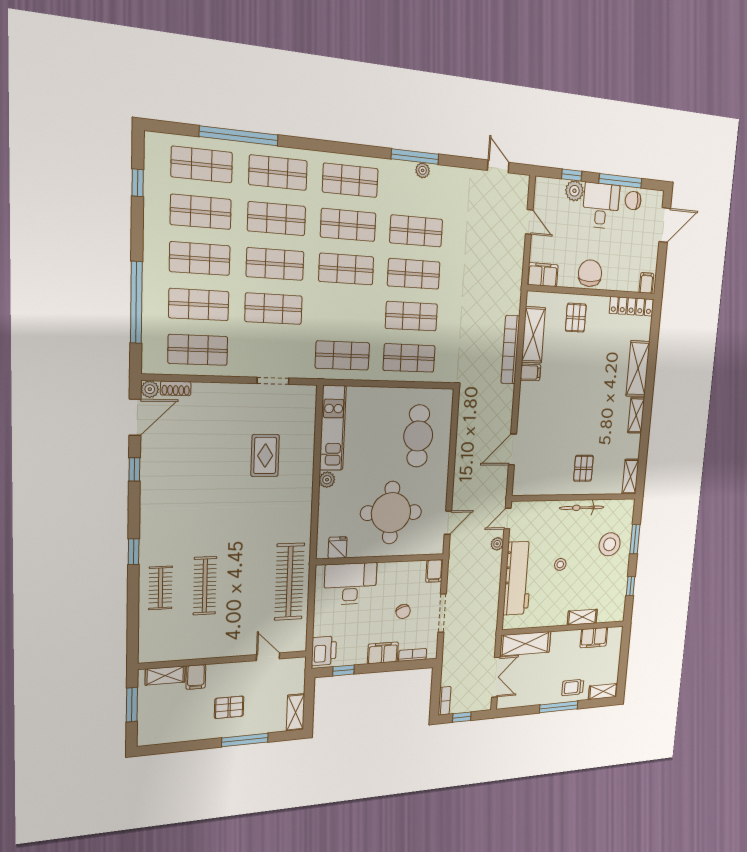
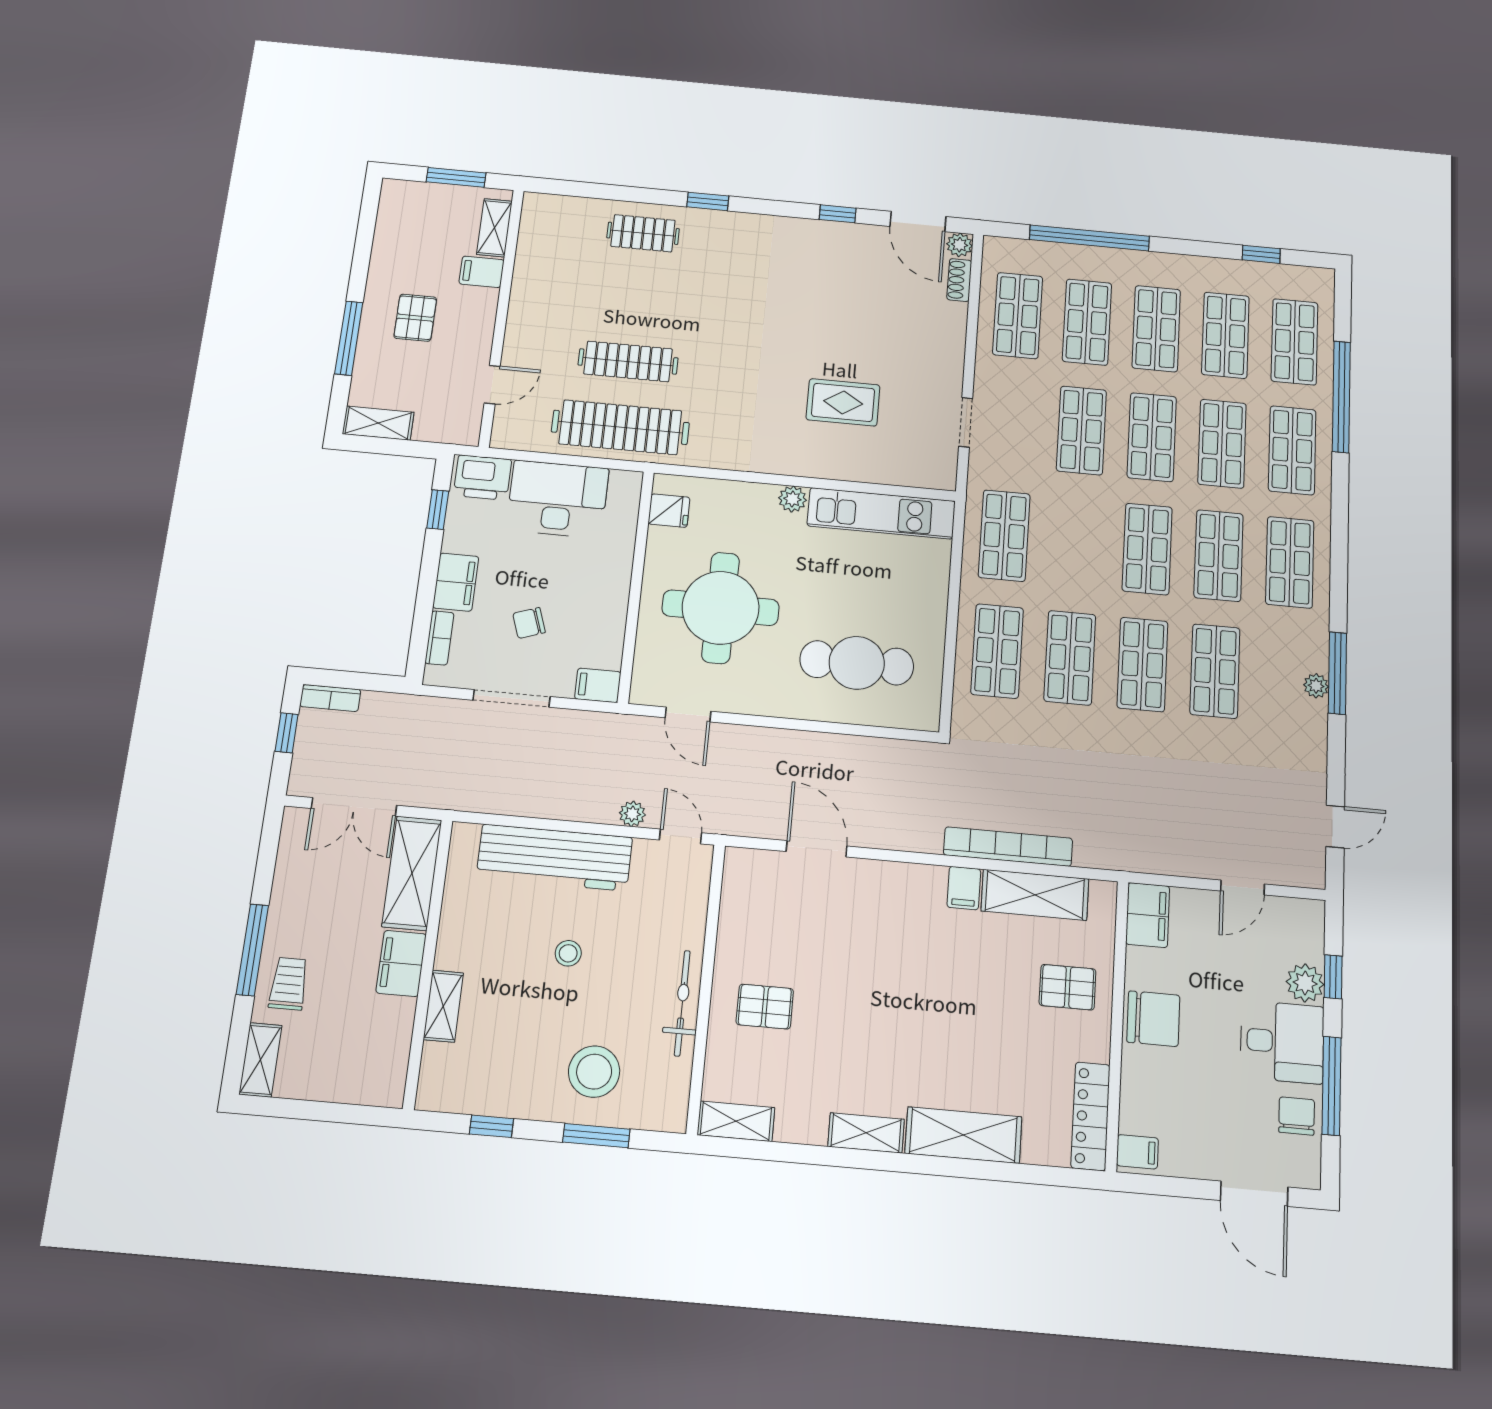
desk: (350, 584) -> (558, 499), moved, turned -90
clothes rail: (205, 586) -> (628, 361), moved
filing cabinet: (594, 638) -> (401, 963), moved

